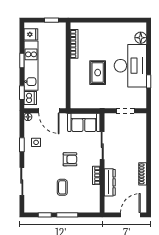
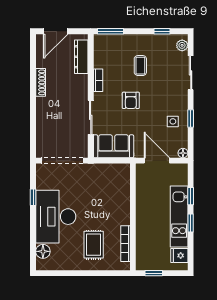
rug: (98, 73) -> (94, 245), moved
window: (22, 93) -> (191, 196), moved
dishwasher: (30, 98) -> (180, 176), removed
doorway: (125, 111) -> (62, 161), width x1.88
armchair: (70, 159) -> (131, 100), turned -90
dresser: (110, 182) -> (81, 57), moved
plant: (29, 204) -> (182, 45), added
window: (67, 215) -> (110, 31), moved

